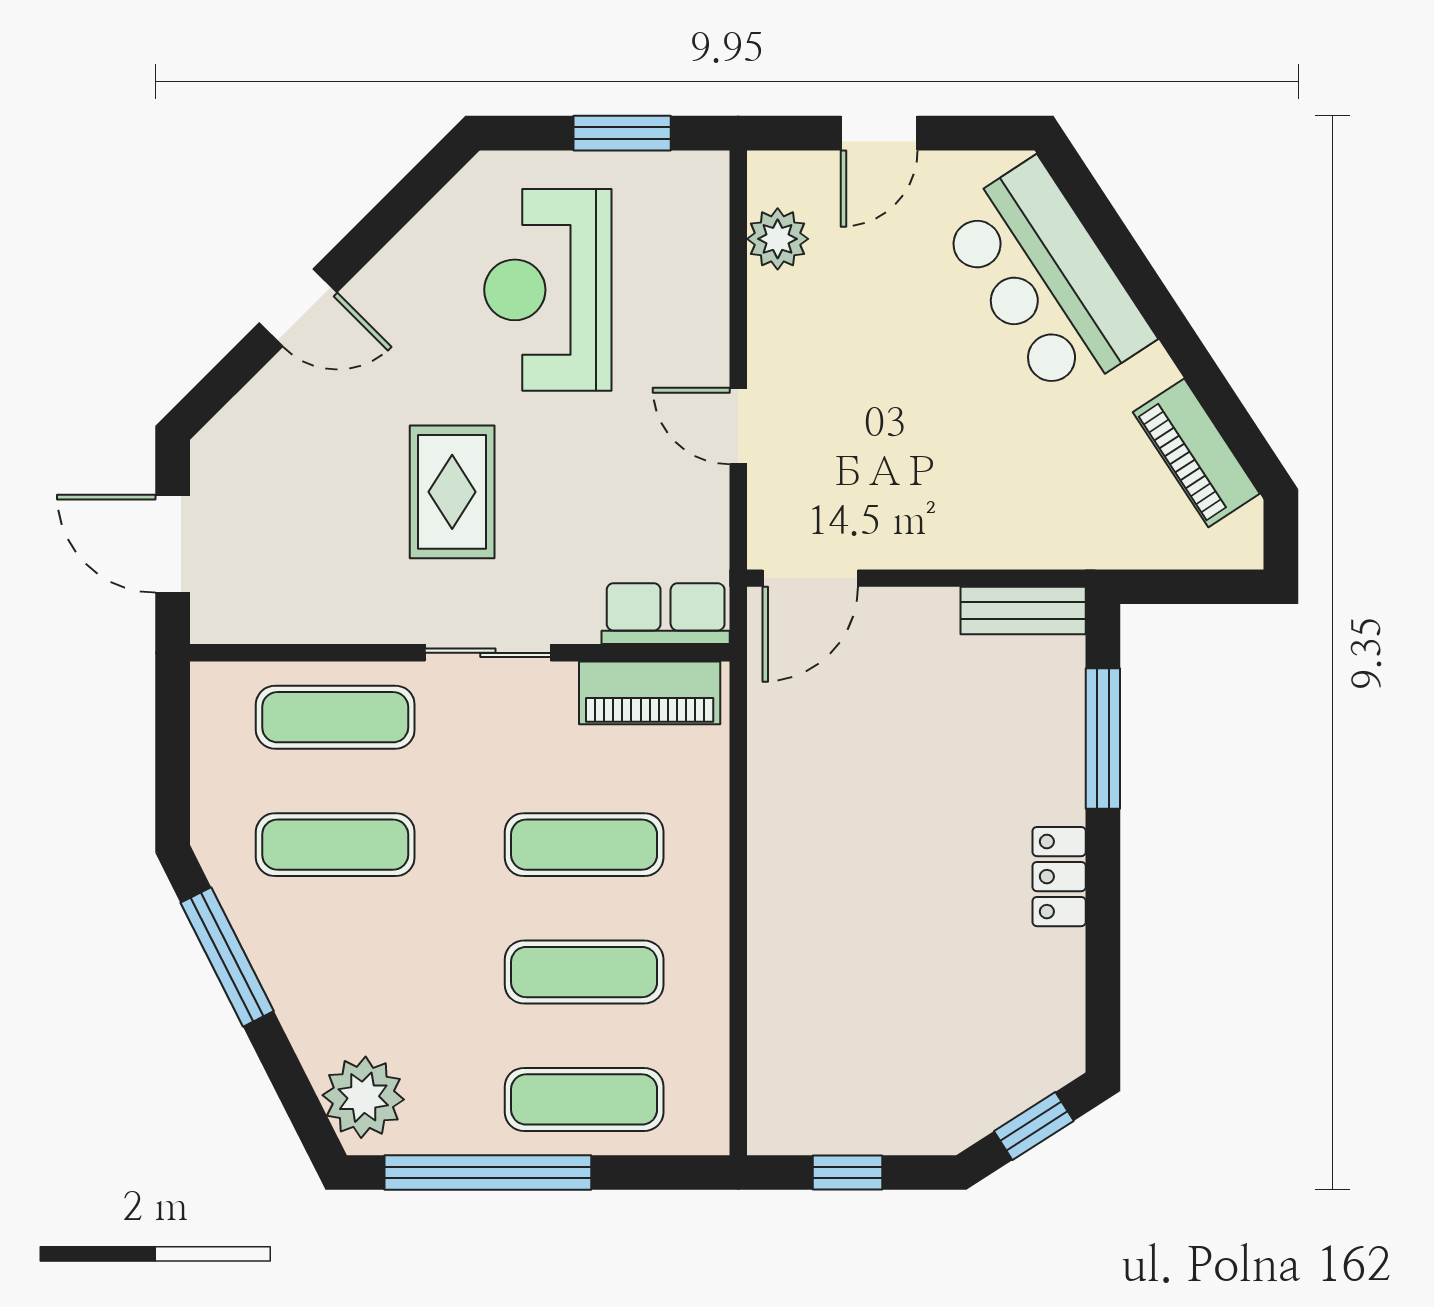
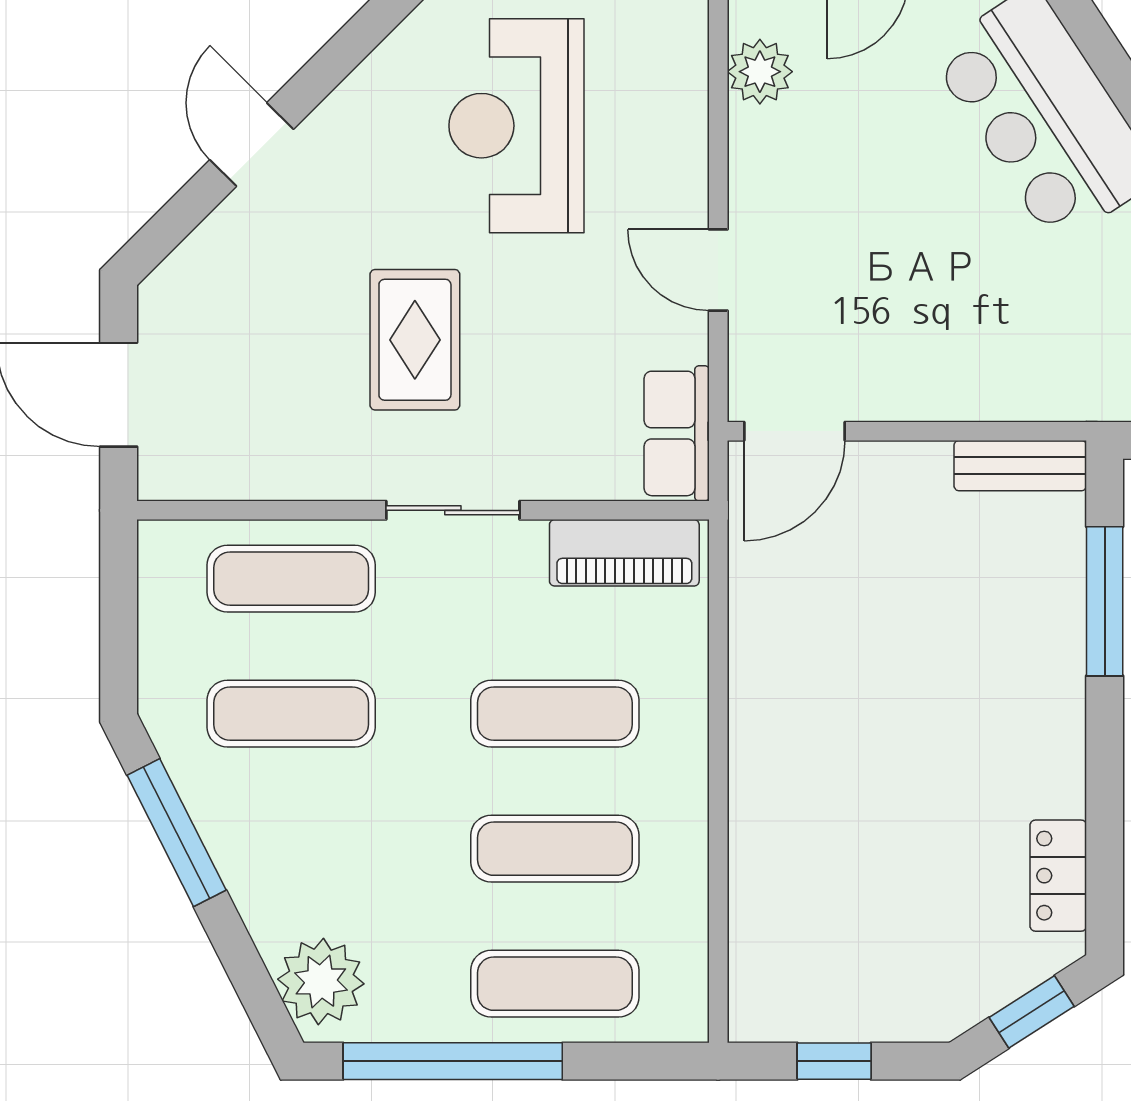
door: (298, 308) -> (252, 144), swing flipped
row of seats: (666, 614) -> (677, 433), moved, turned -90
locker: (1059, 877) -> (1058, 876), moved

